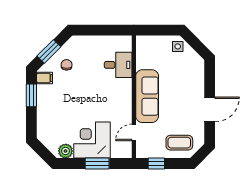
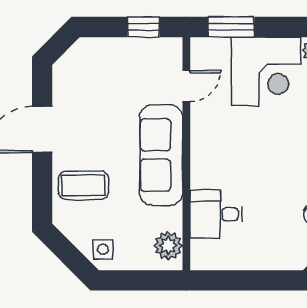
plant: (143, 48) -> (168, 246), added
coffee table: (179, 143) -> (83, 185), moved
window: (97, 163) -> (231, 27), moved

